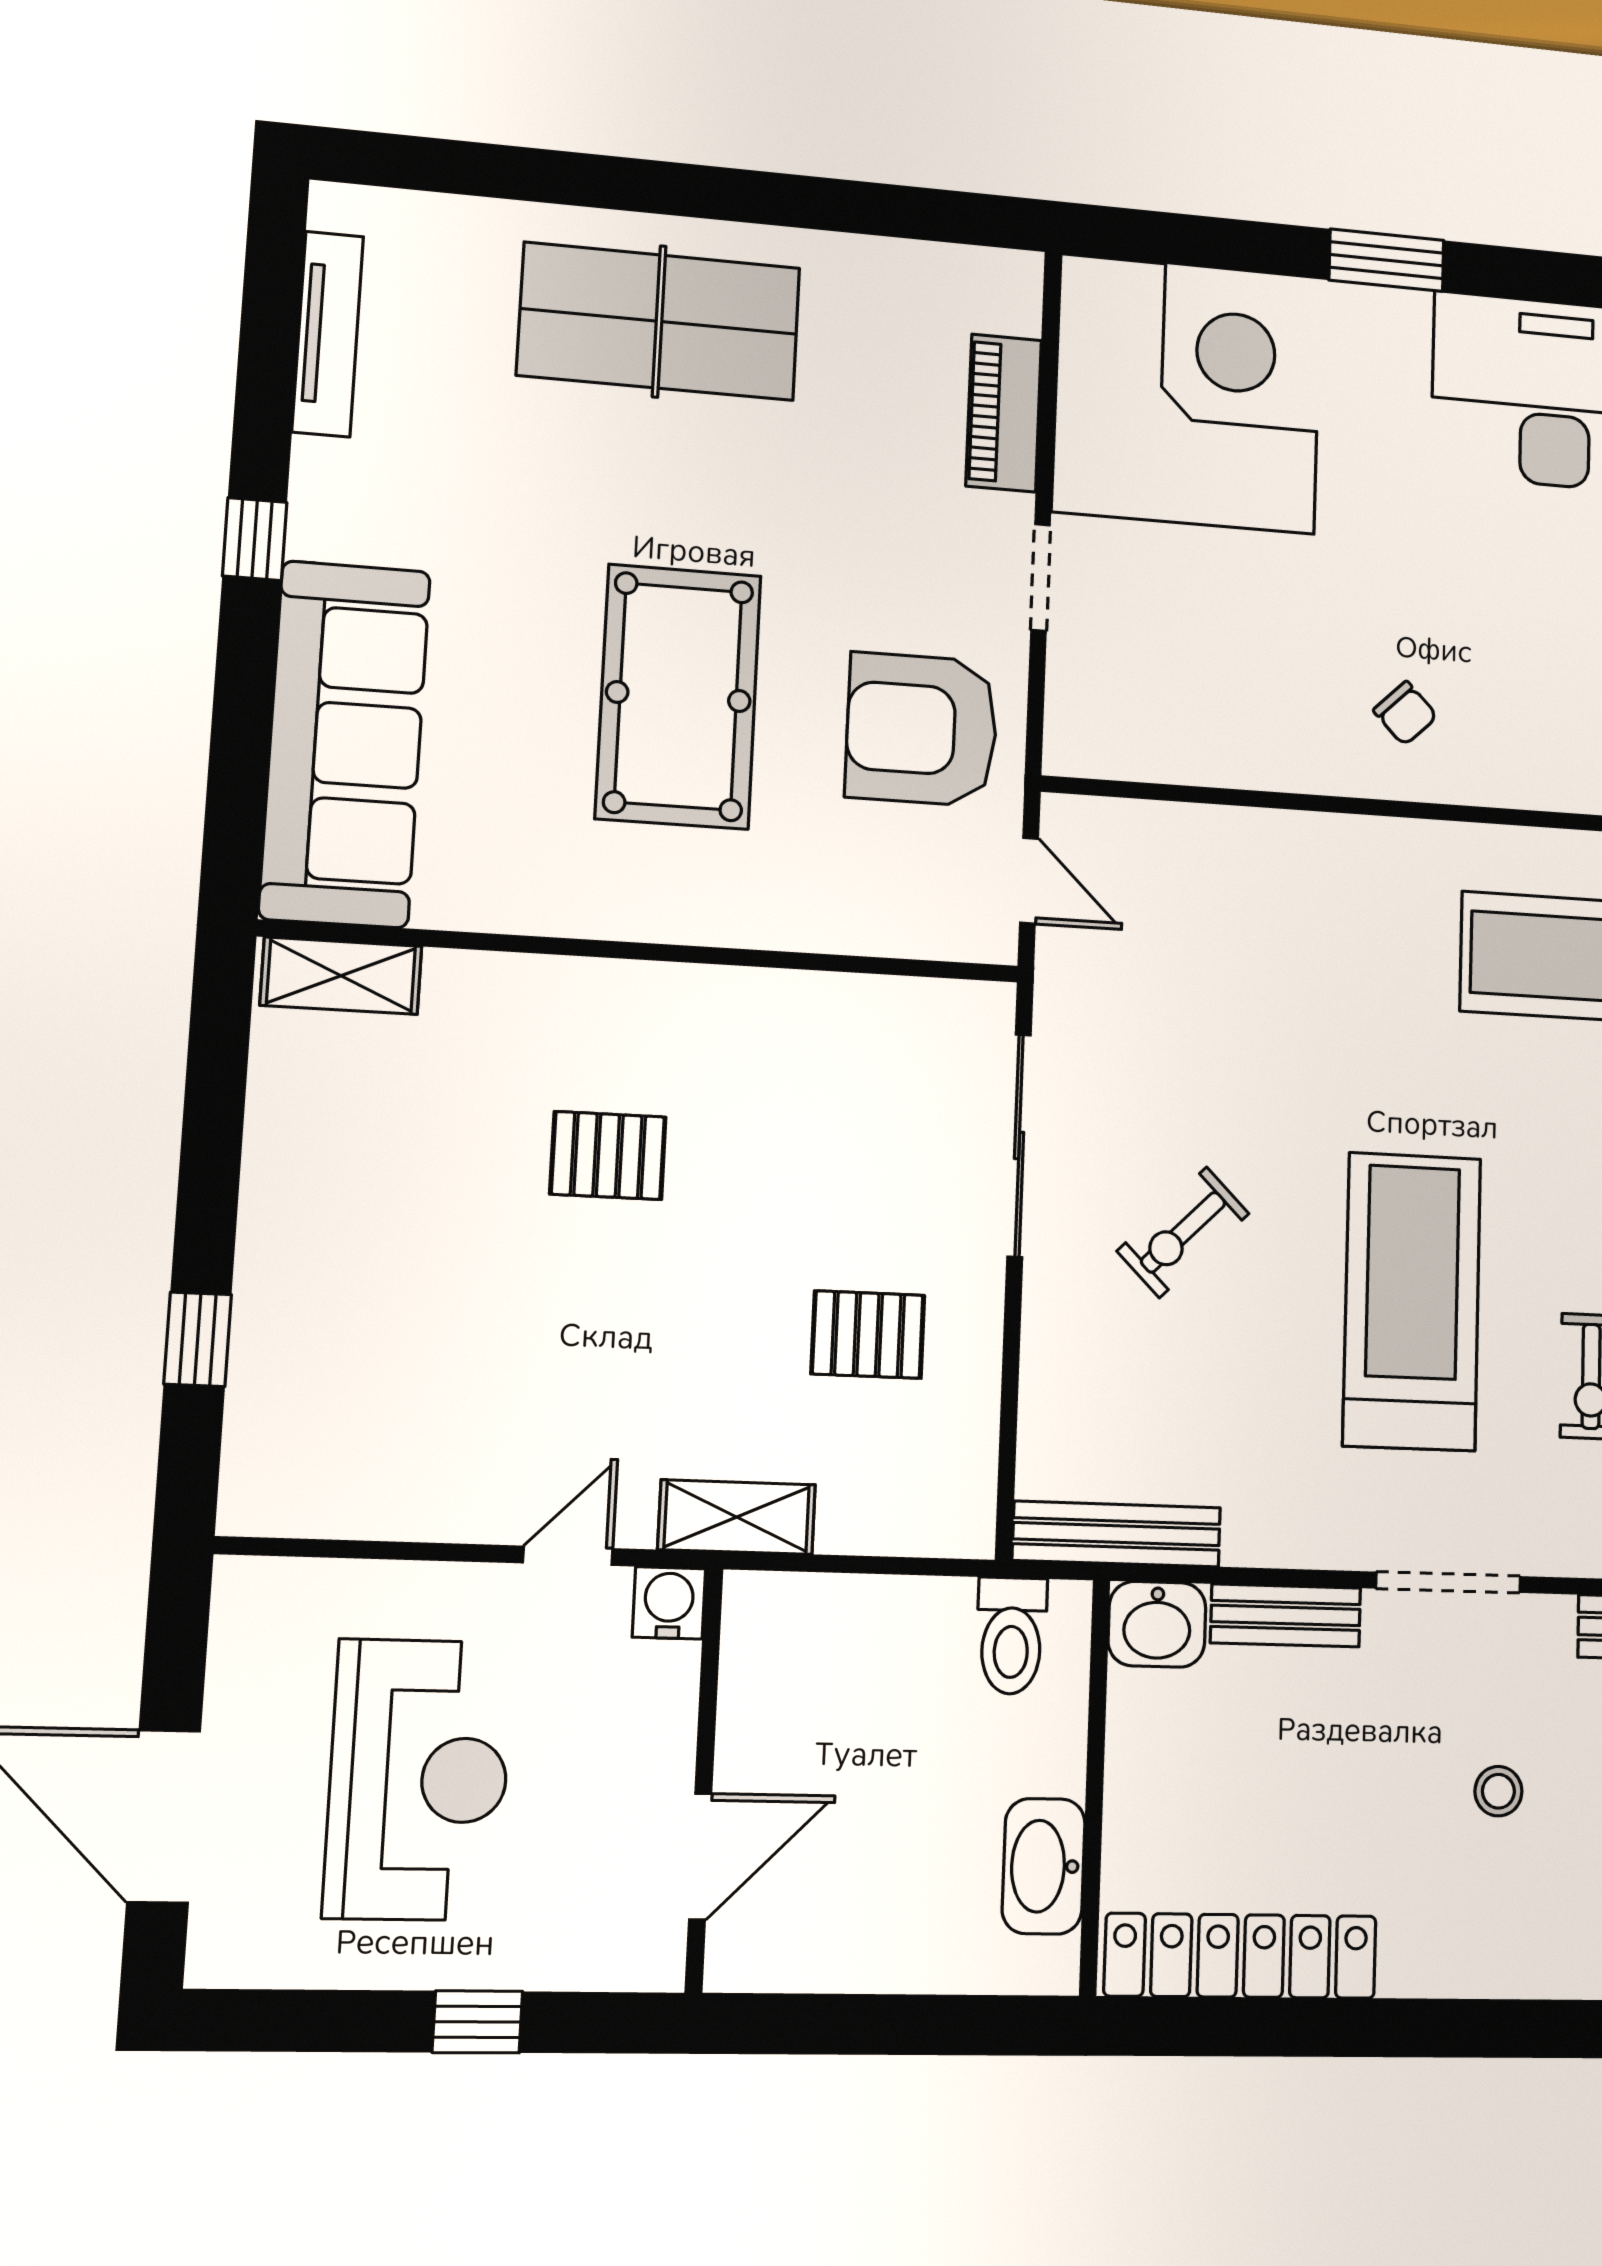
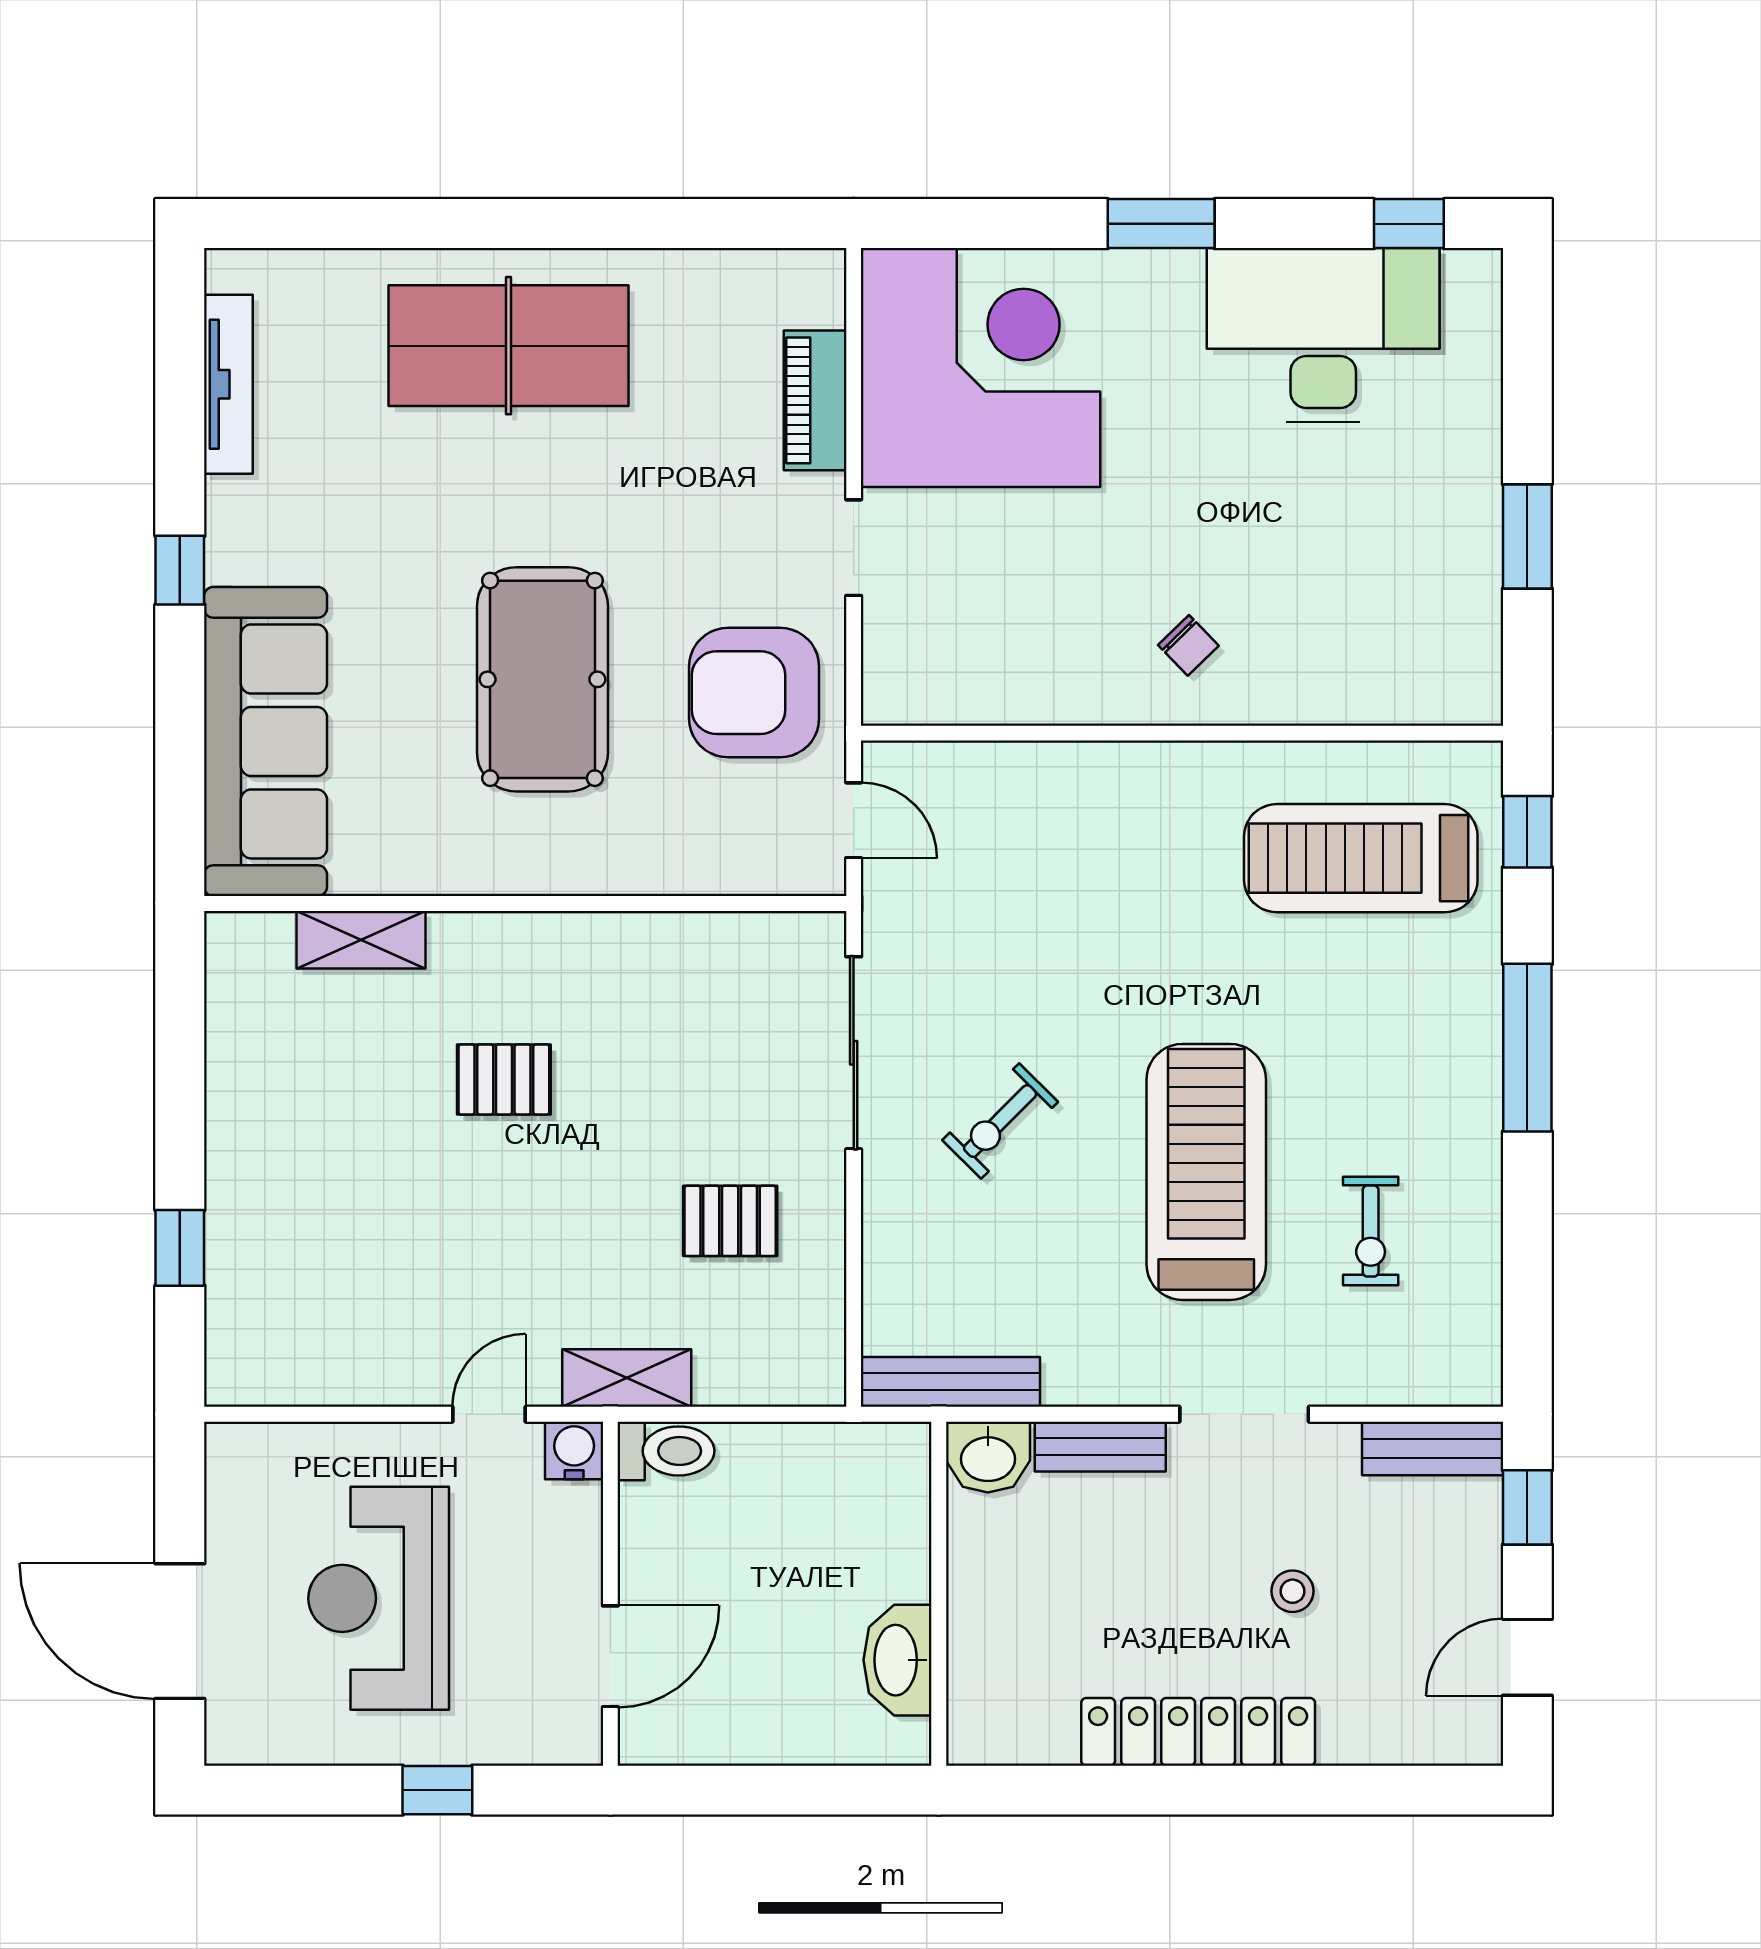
shelving: (341, 976) -> (361, 940), moved
toilet: (1011, 1636) -> (666, 1451), moved, turned -90
reception desk: (418, 1779) -> (379, 1598), turned 180
locker: (1241, 1956) -> (1198, 1732), moved

